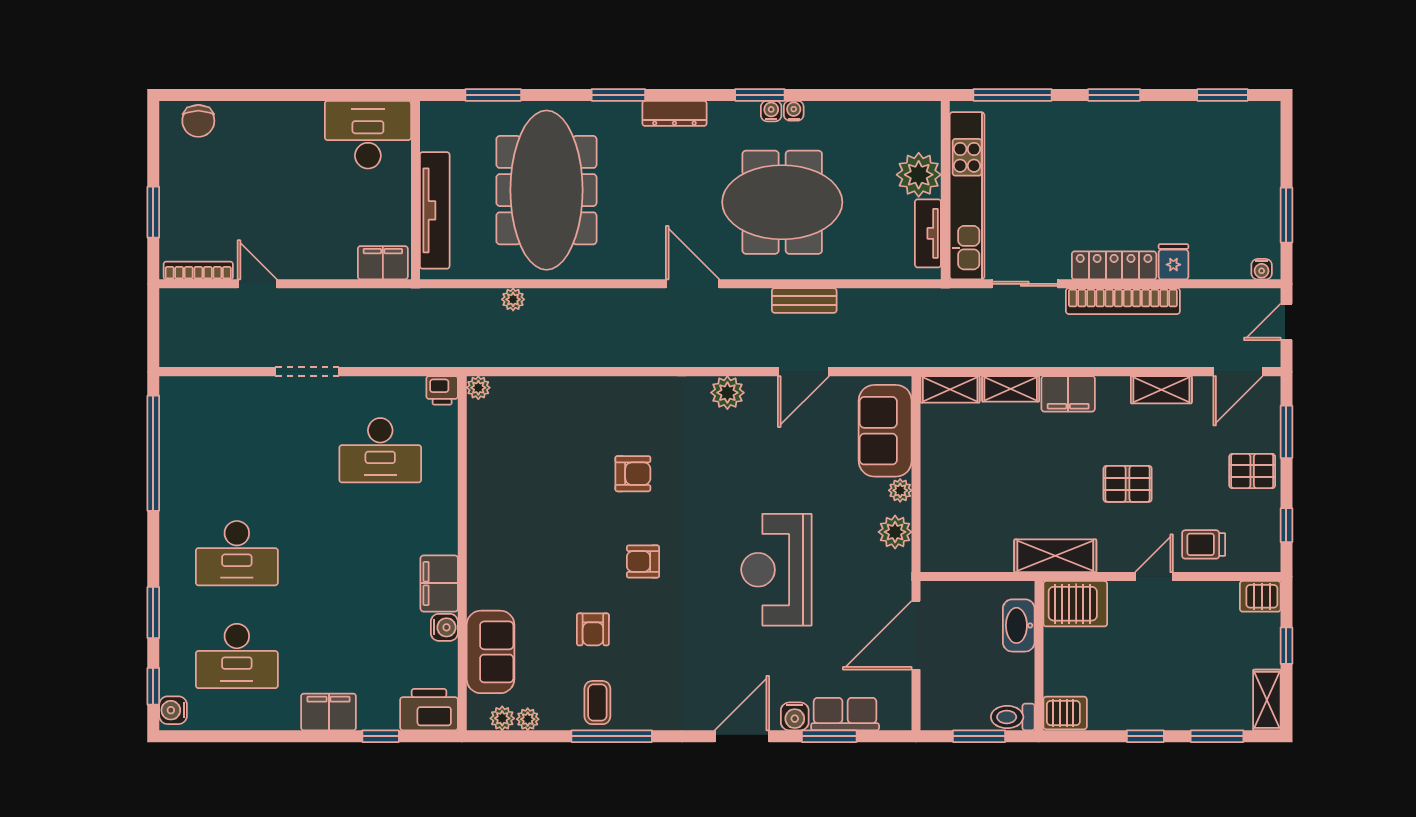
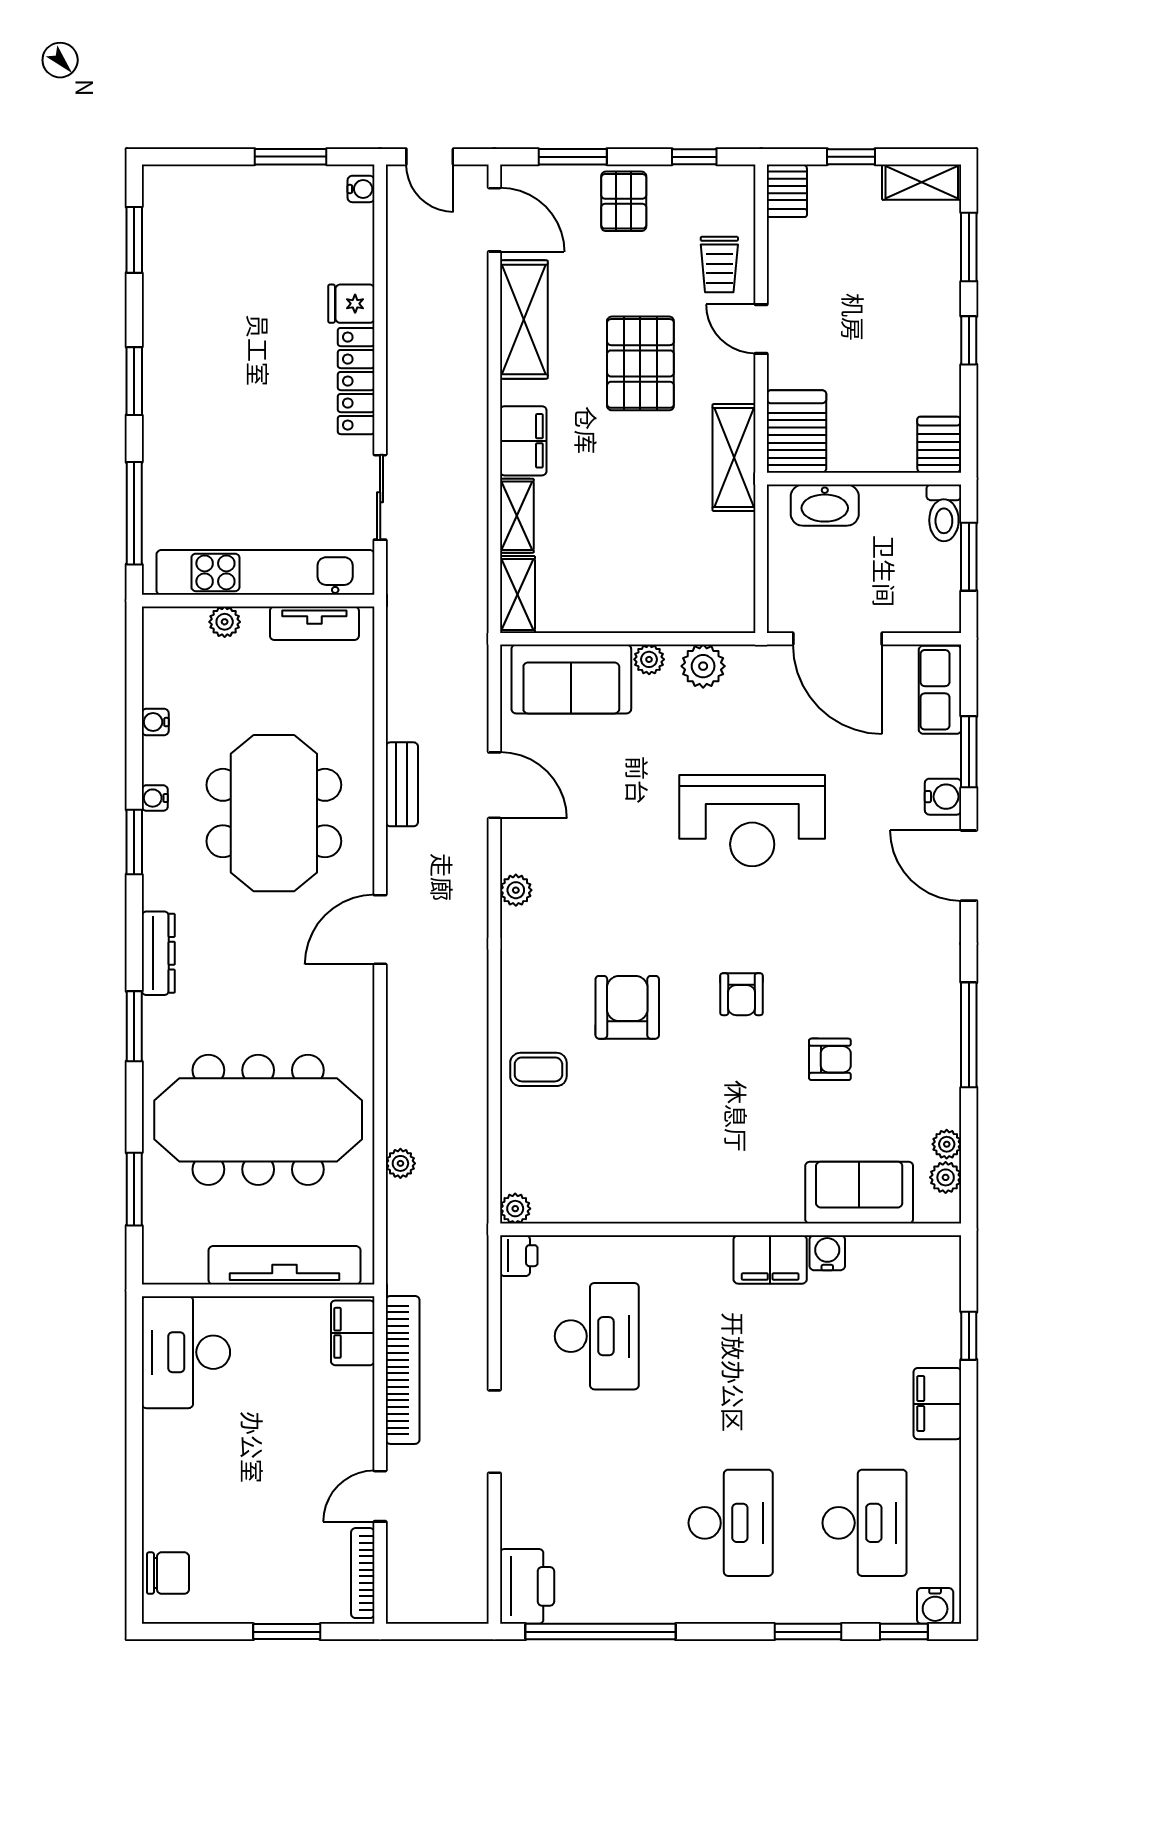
water cooler: (771, 111) -> (155, 722), moved
plant: (919, 175) -> (225, 622), width x0.53, depth x0.53
bookcase: (1123, 301) -> (403, 1370), moved
shelving: (1161, 390) -> (524, 320), width x1.50, depth x1.33
plant: (727, 393) -> (516, 890), width x0.73, depth x0.73
armchair: (633, 474) -> (627, 1007), width x1.38, depth x1.38
pallet: (1128, 484) -> (640, 363), width x1.50, depth x1.42
coffee table: (597, 703) -> (538, 1069), moved
printer: (429, 710) -> (527, 1586), moved, turned 180
row of seats: (845, 714) -> (940, 690), moved

